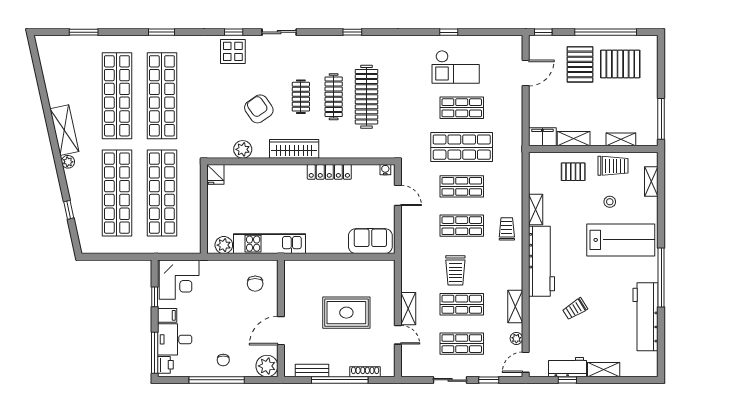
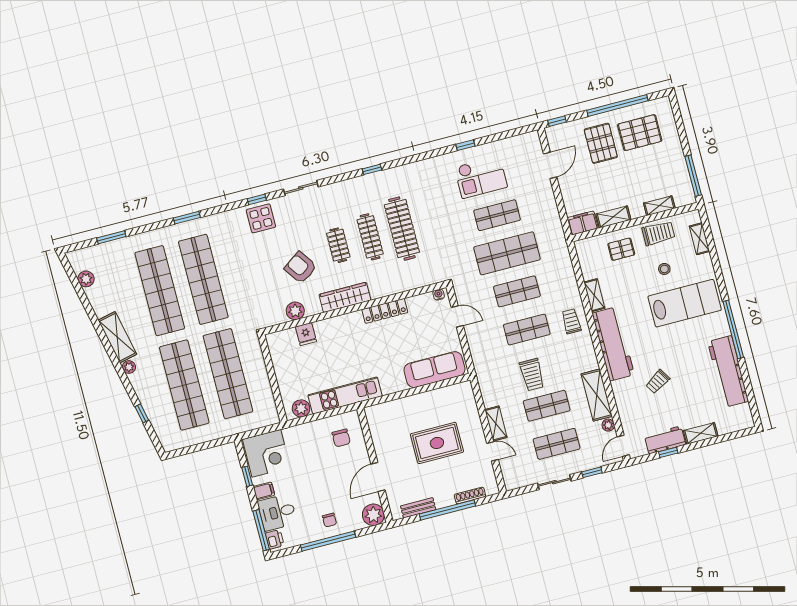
plant: (49, 66) -> (86, 279), added
fridge: (215, 174) -> (306, 334), moved
sofa: (370, 241) -> (434, 370), width x1.36
shelving: (515, 306) -> (597, 395), width x1.50, depth x1.33

